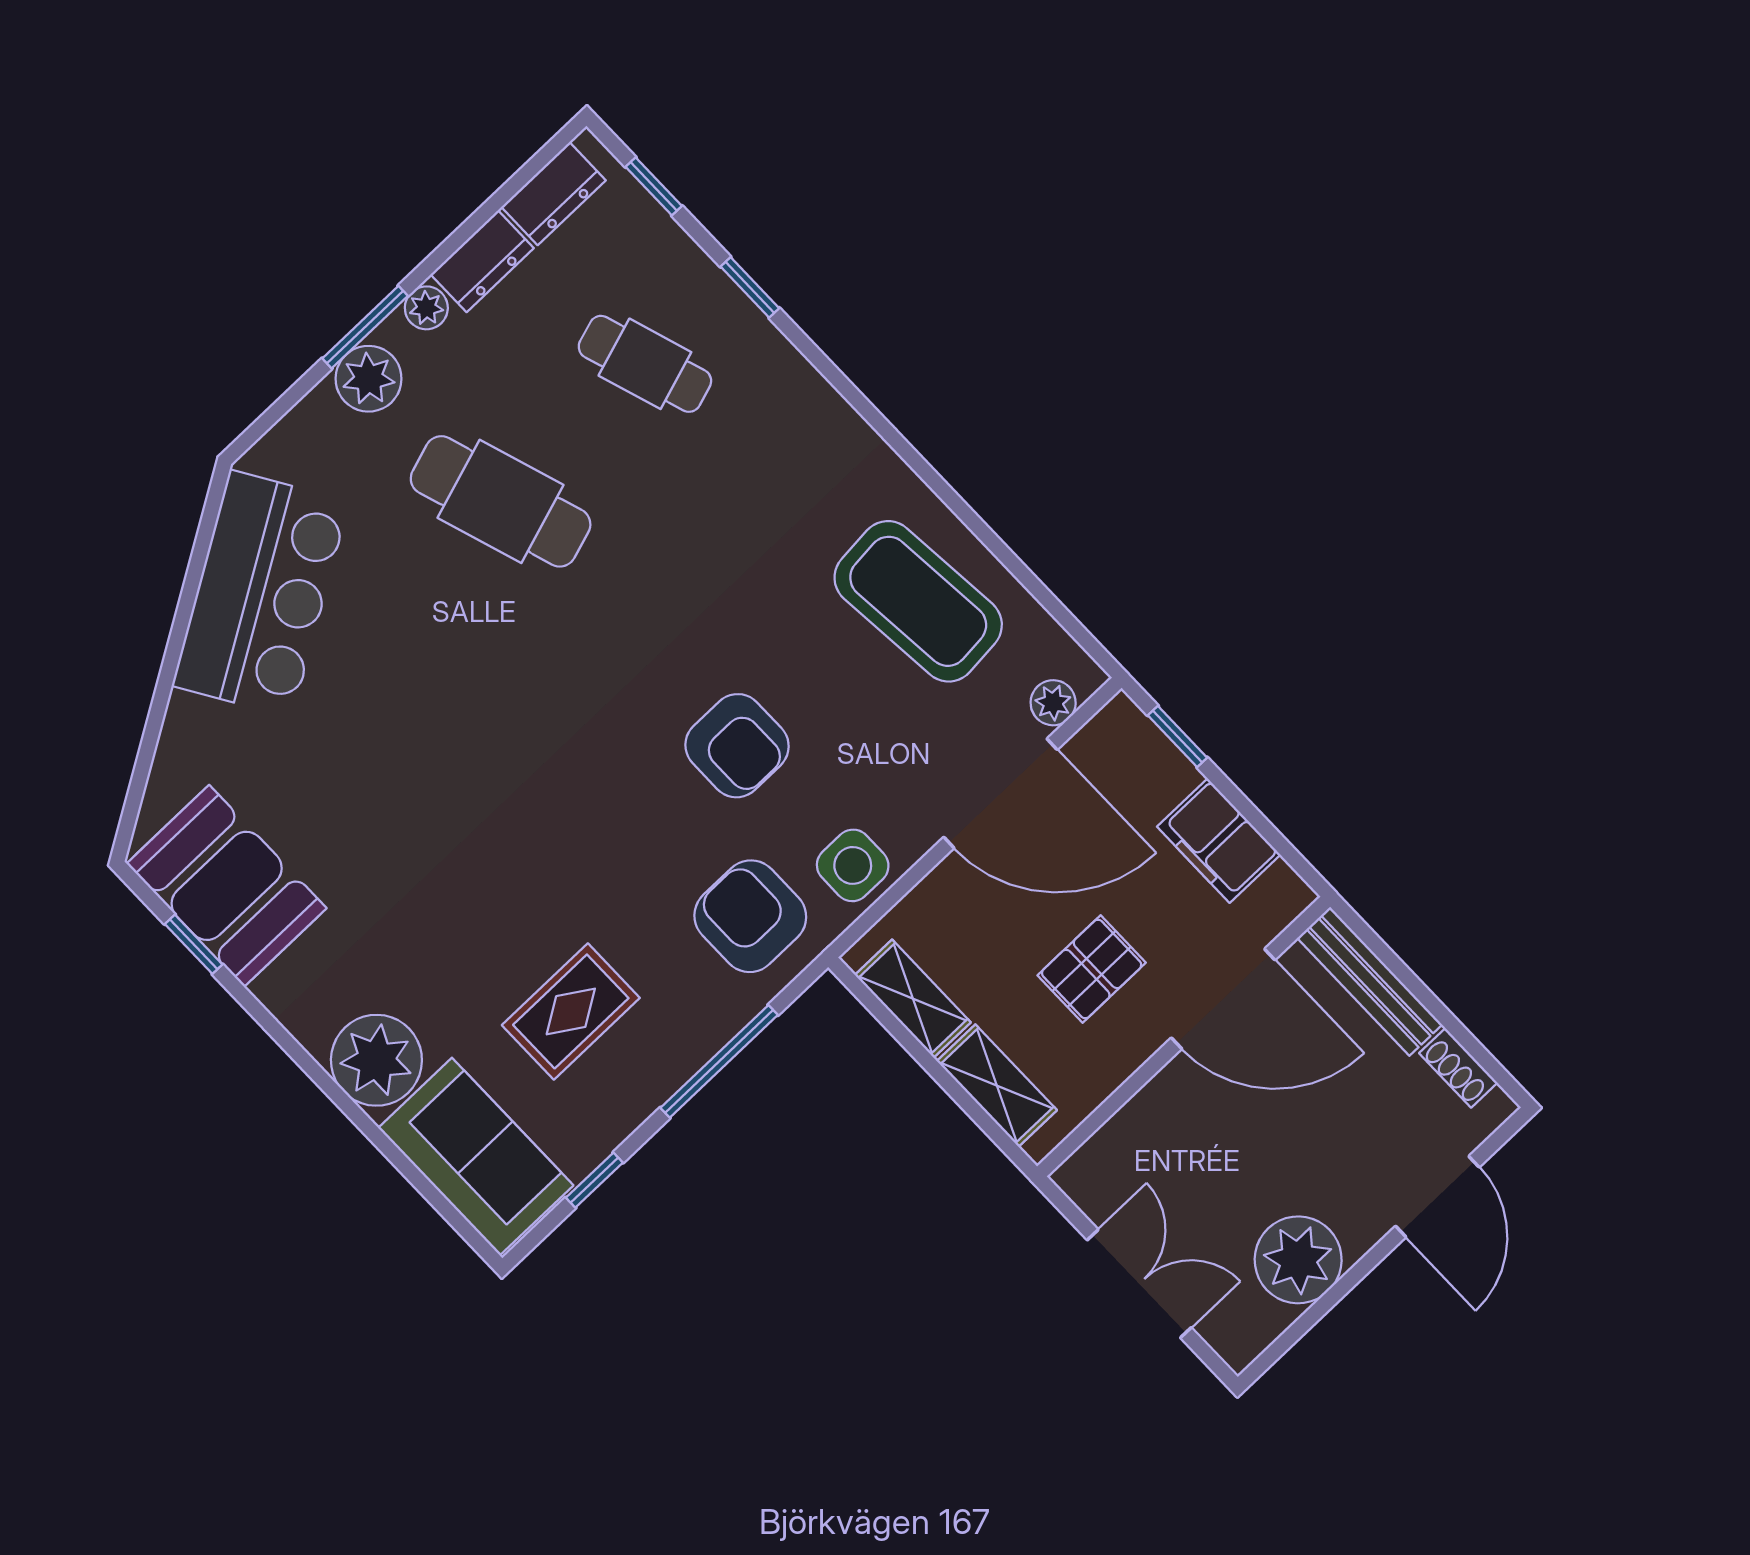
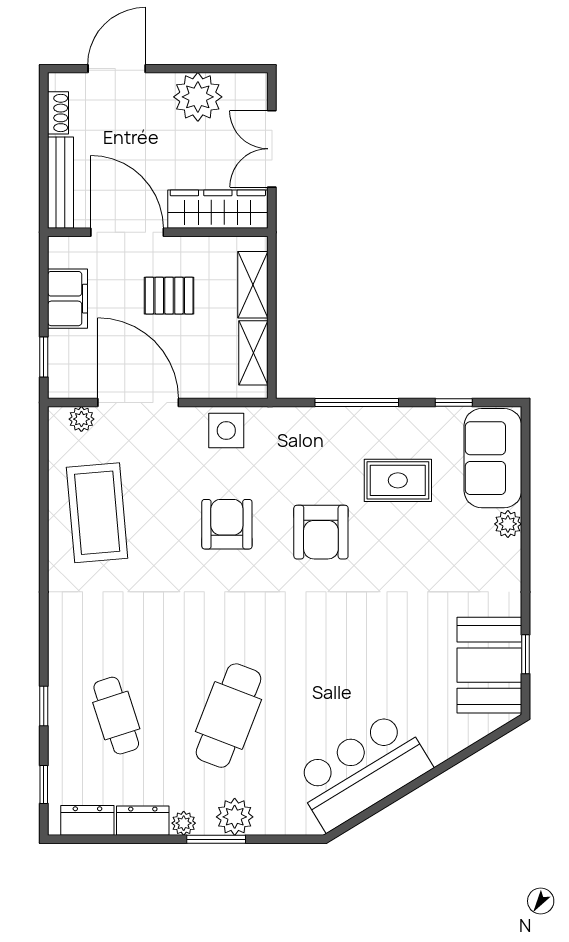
cafe table: (501, 501) -> (229, 716), turned 39
armchair: (750, 916) -> (321, 532), moved
plant: (376, 1060) -> (508, 524), width x0.53, depth x0.53
wardrobe: (1135, 1140) -> (218, 209), added

